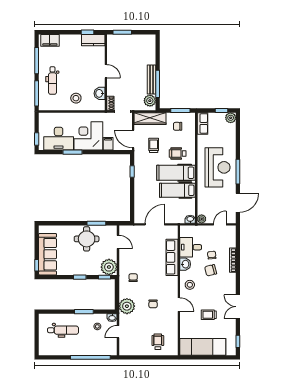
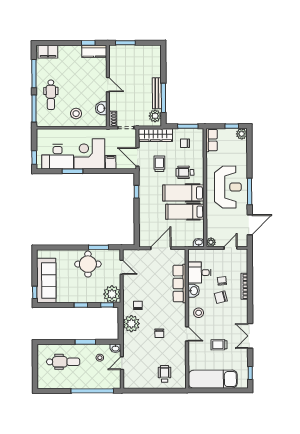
plant: (127, 306) -> (131, 324), moved

